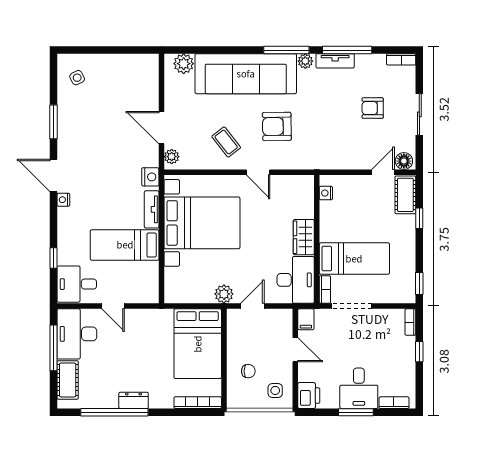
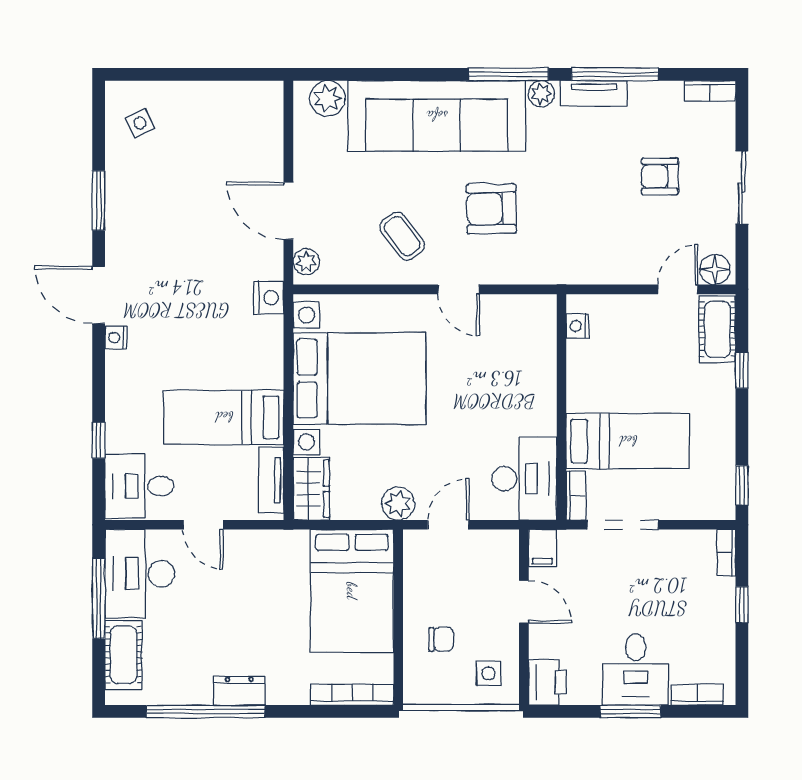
tv unit: (152, 209) -> (271, 480), moved
wardrobe: (304, 237) -> (311, 489), moved, turned 180

